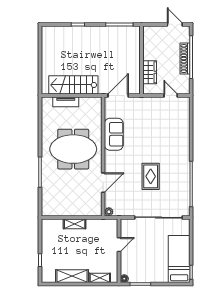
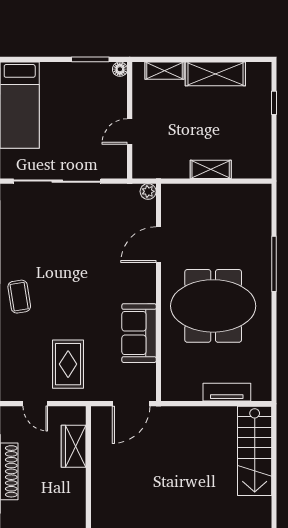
stairs: (73, 85) -> (255, 451), moved, turned 90
coffee table: (179, 154) -> (19, 297), added
rug: (151, 176) -> (68, 364), moved

